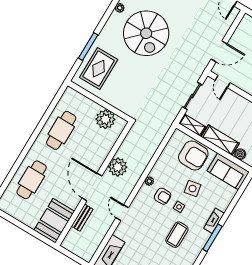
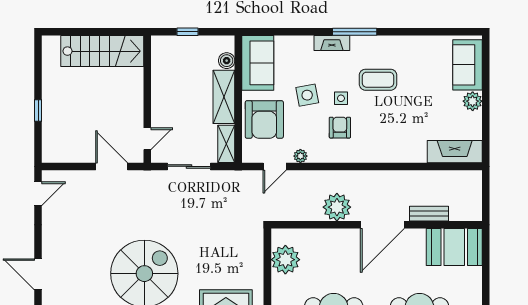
armchair: (193, 155) -> (264, 119), turned 180
plant: (149, 181) -> (300, 156), moved
door: (122, 213) -> (275, 166), moved

